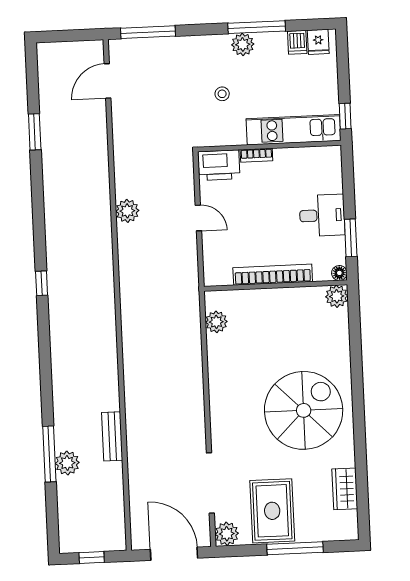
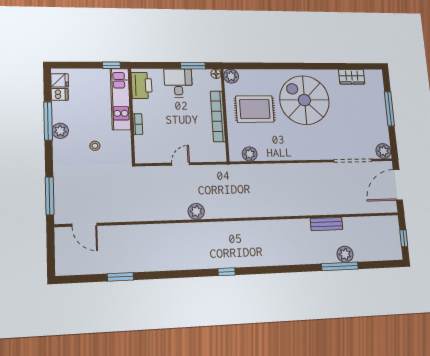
printer: (219, 165) -> (142, 85), moved
plant: (127, 211) -> (196, 211), moved
rug: (272, 511) -> (255, 109), moved

